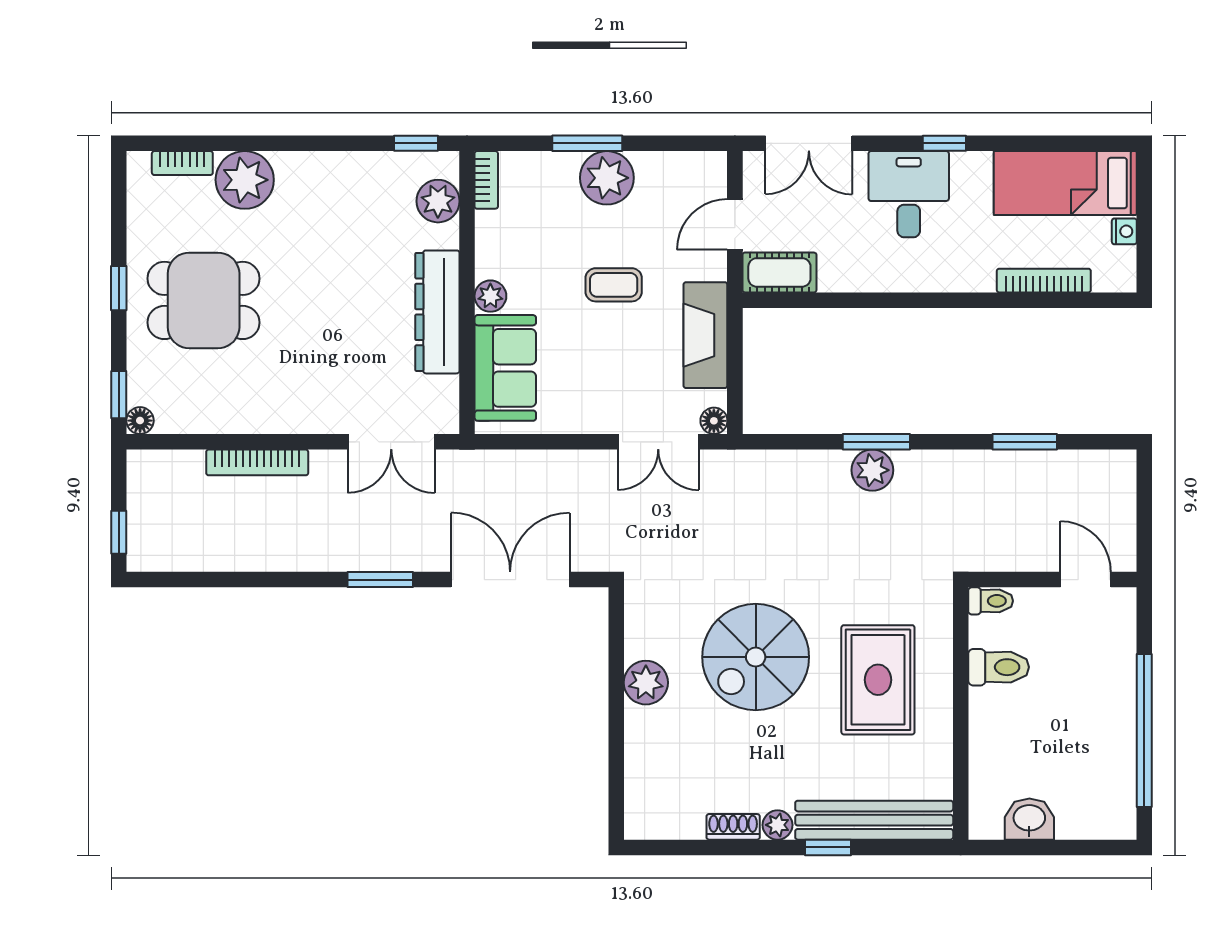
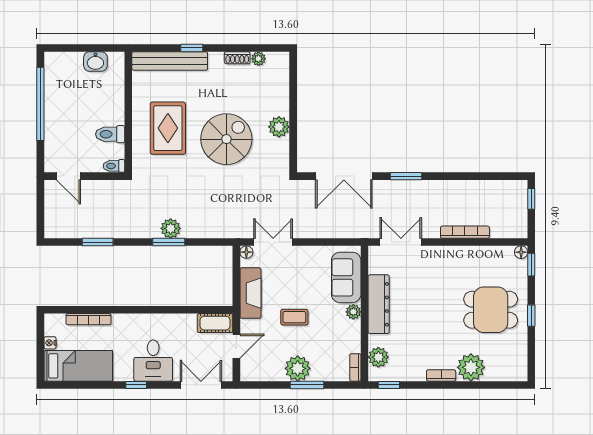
bookcase: (182, 163) -> (441, 375), moved
plant: (778, 825) -> (258, 59), moved

